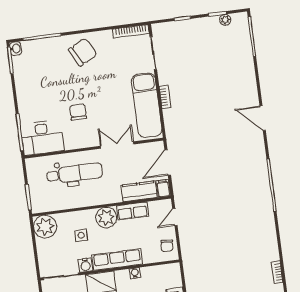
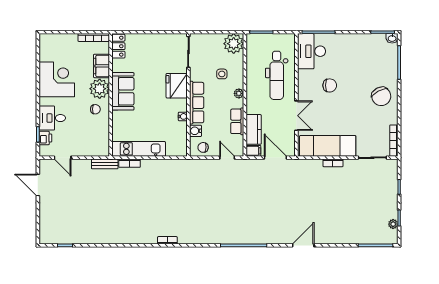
plant: (106, 218) -> (239, 93), width x0.53, depth x0.53
water cooler: (85, 265) -> (196, 131), moved

